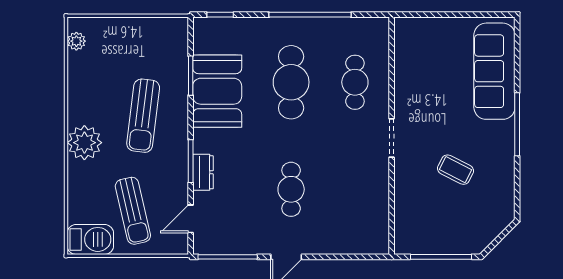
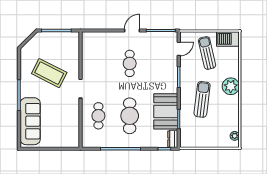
coffee table: (456, 170) -> (49, 73), width x1.86, depth x1.72
dresser: (203, 172) -> (173, 139), moved

